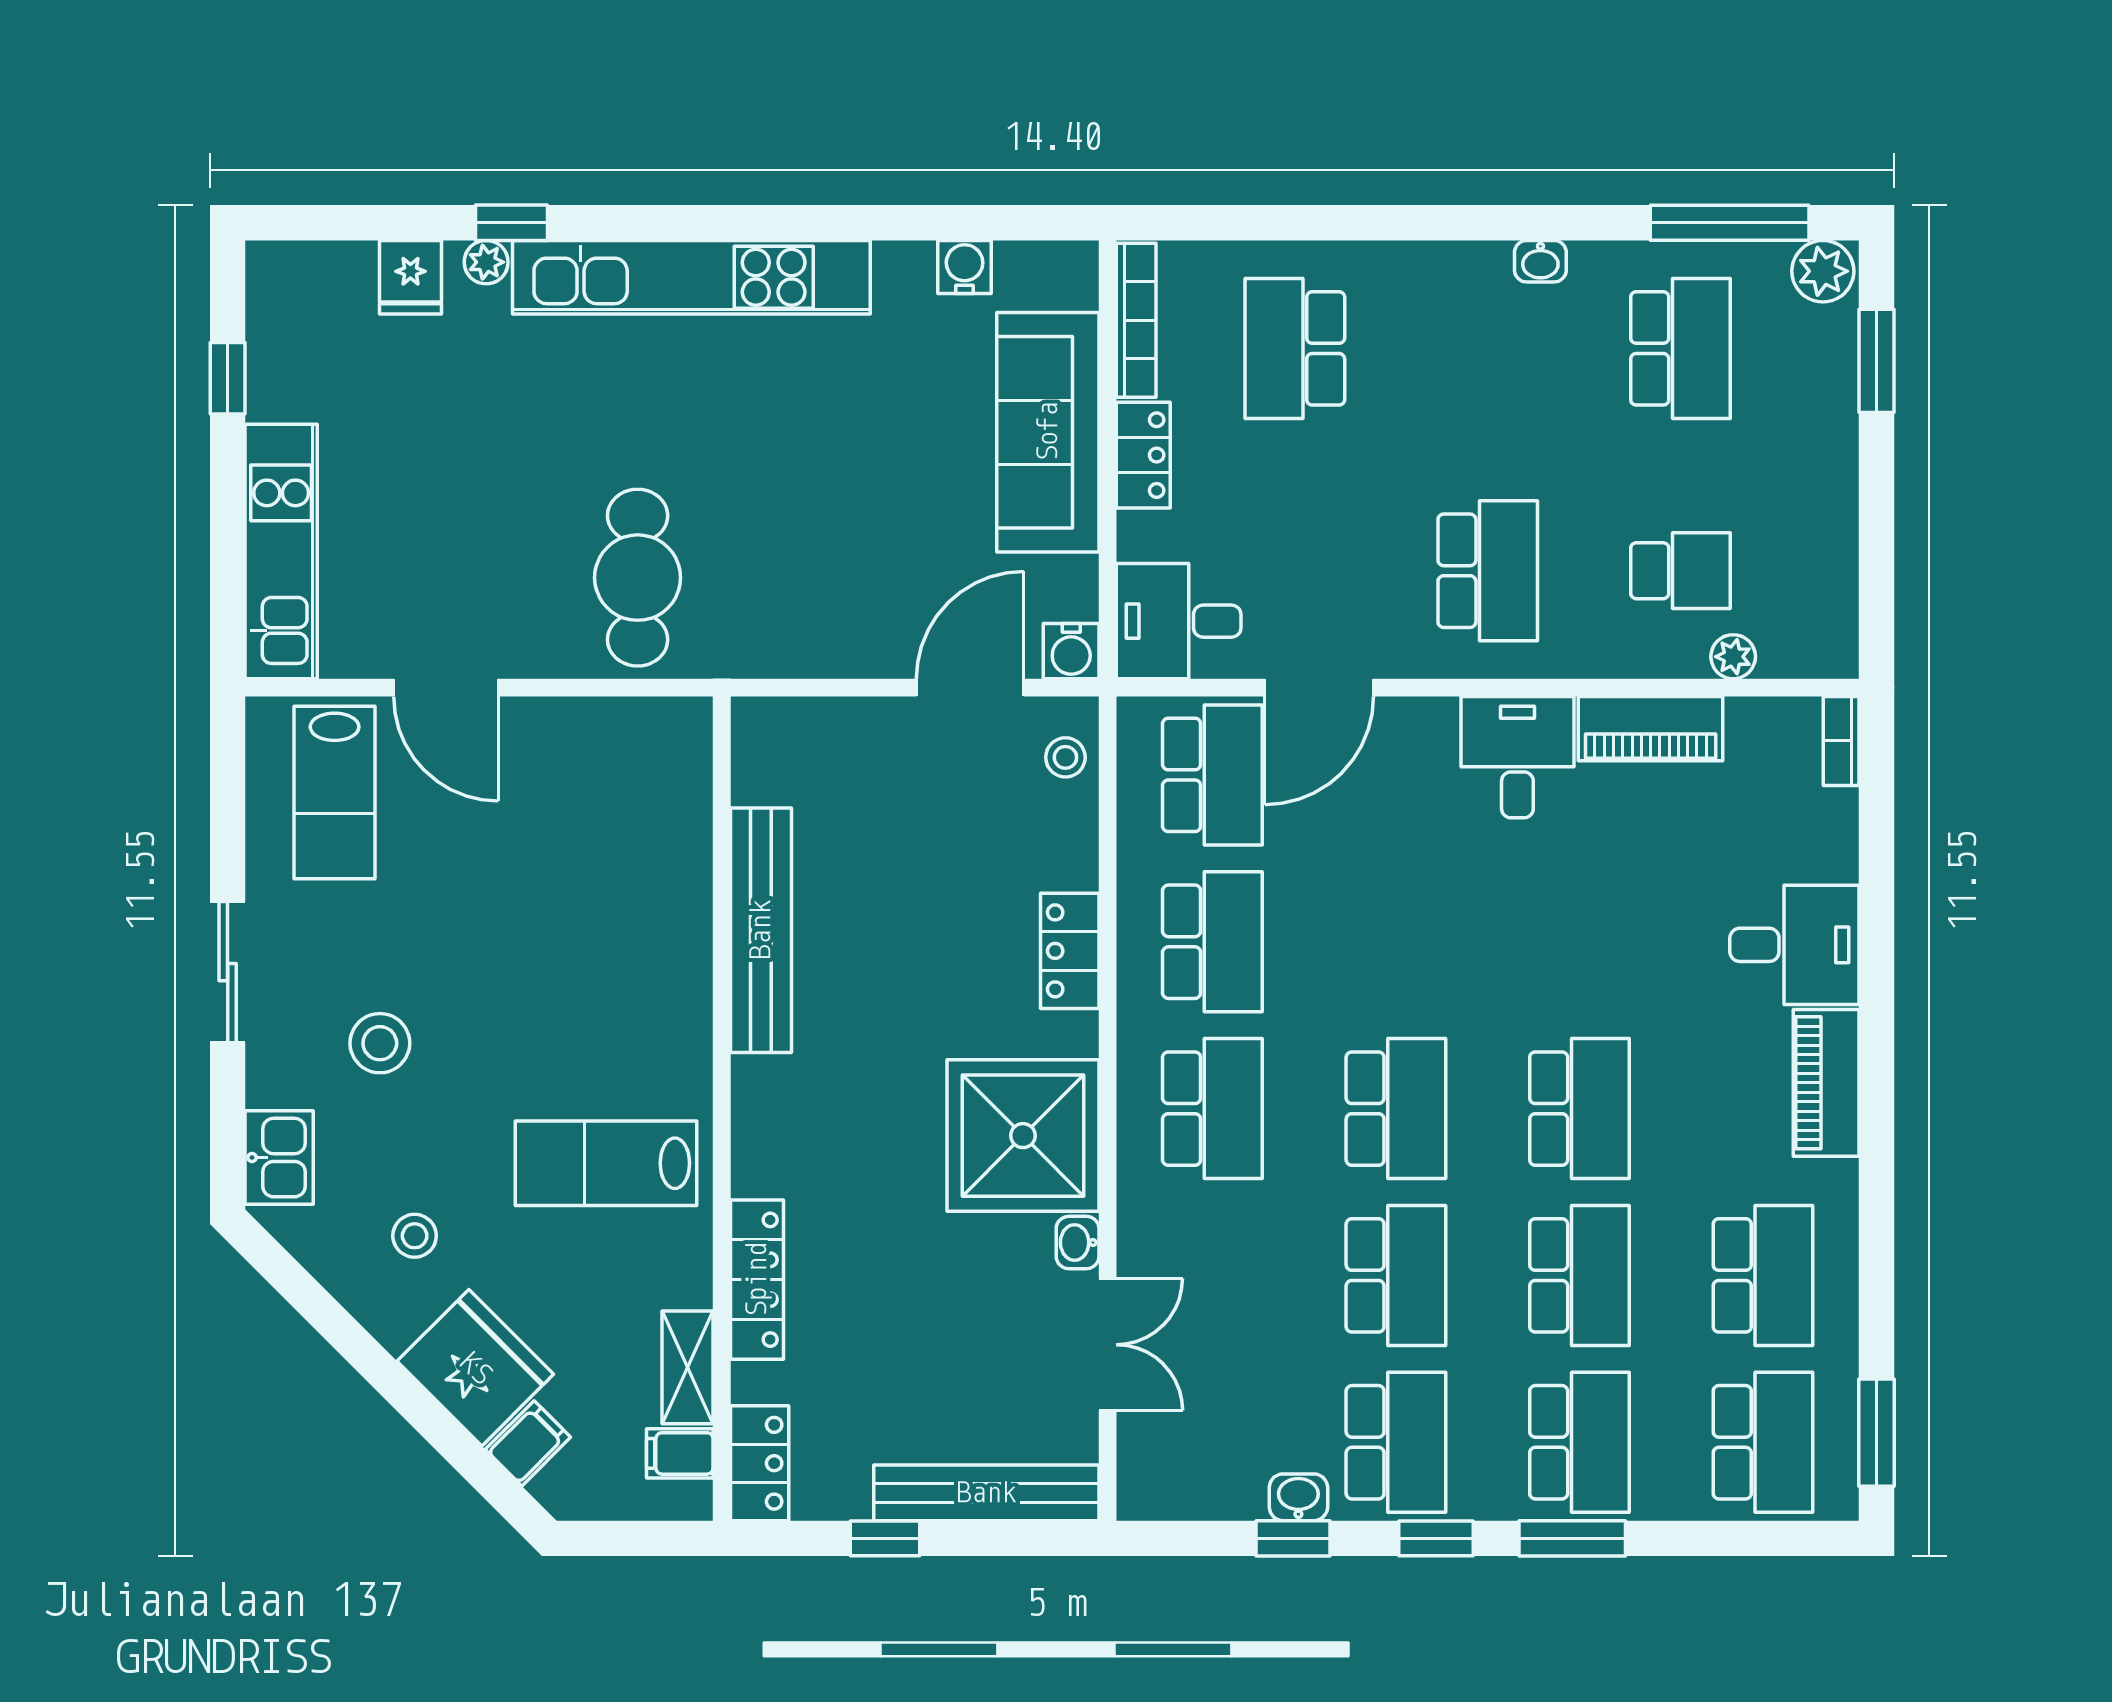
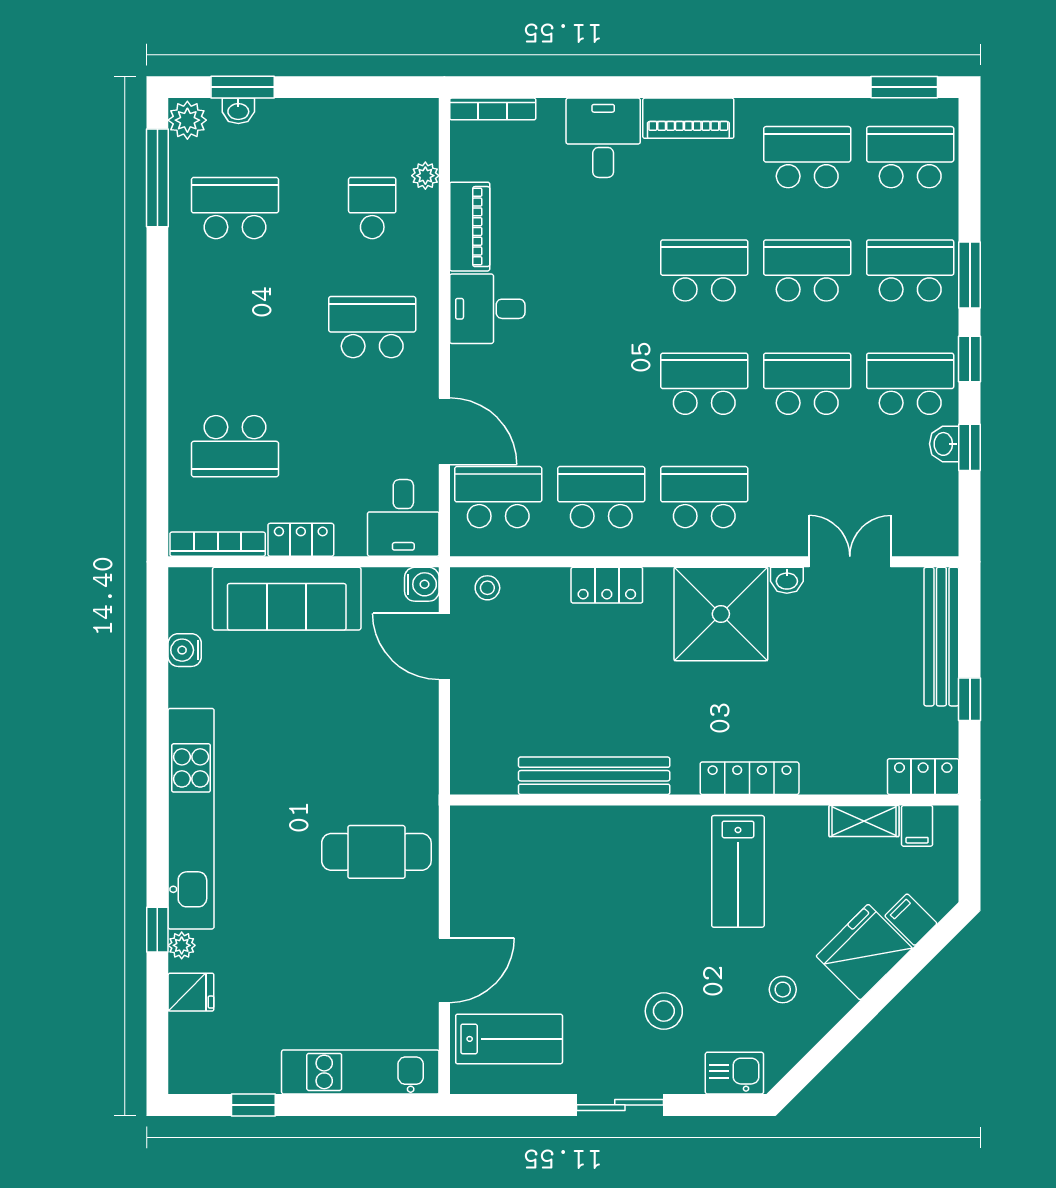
washbasin: (1540, 261) -> (238, 111), moved, turned 90
bookcase: (1841, 741) -> (493, 109), width x1.56
locker: (757, 1280) -> (750, 778), moved

